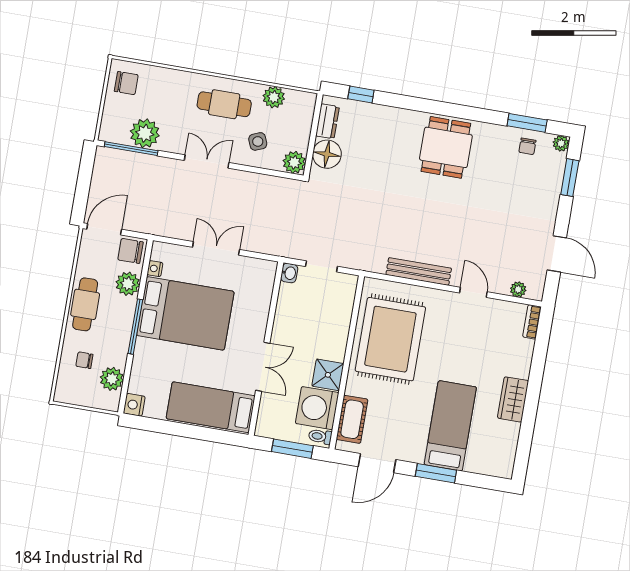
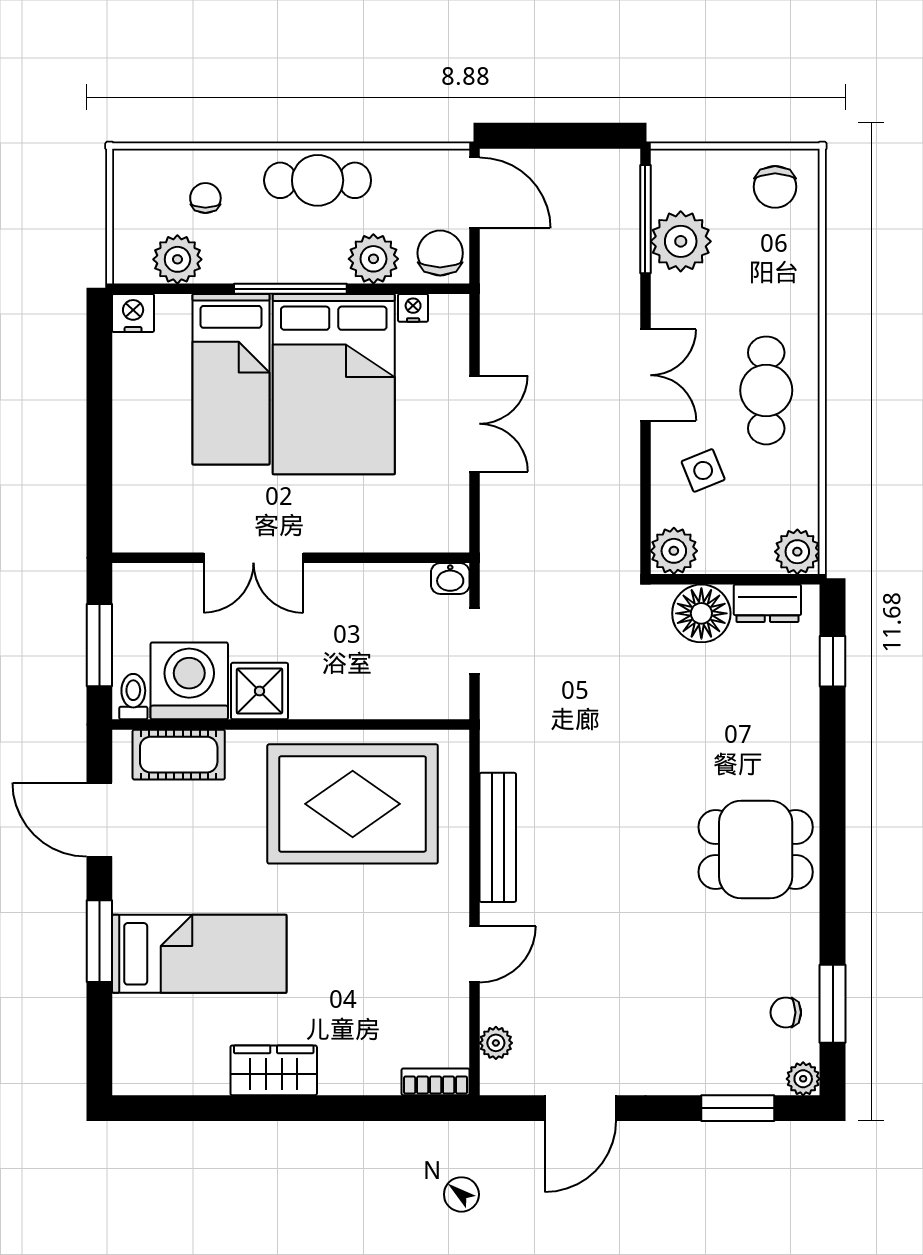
plant: (274, 97) -> (797, 552), moved
bed: (211, 407) -> (231, 379), moved, turned 180

